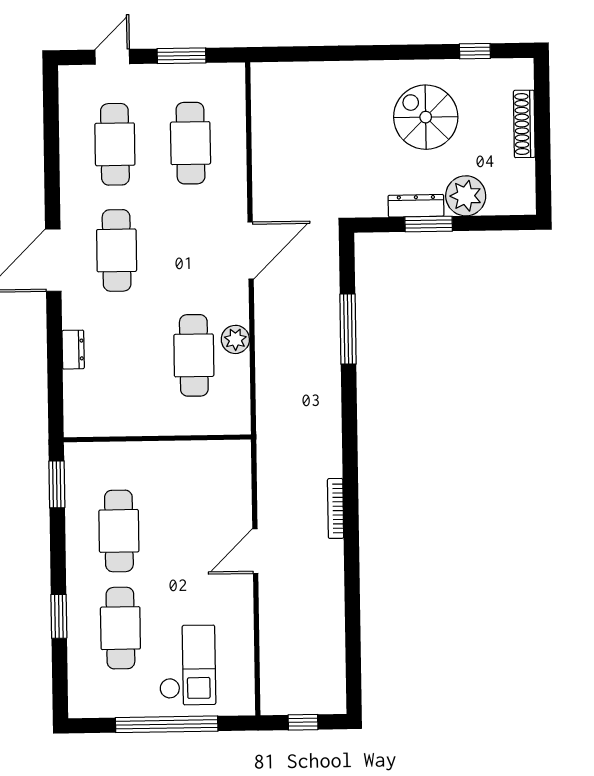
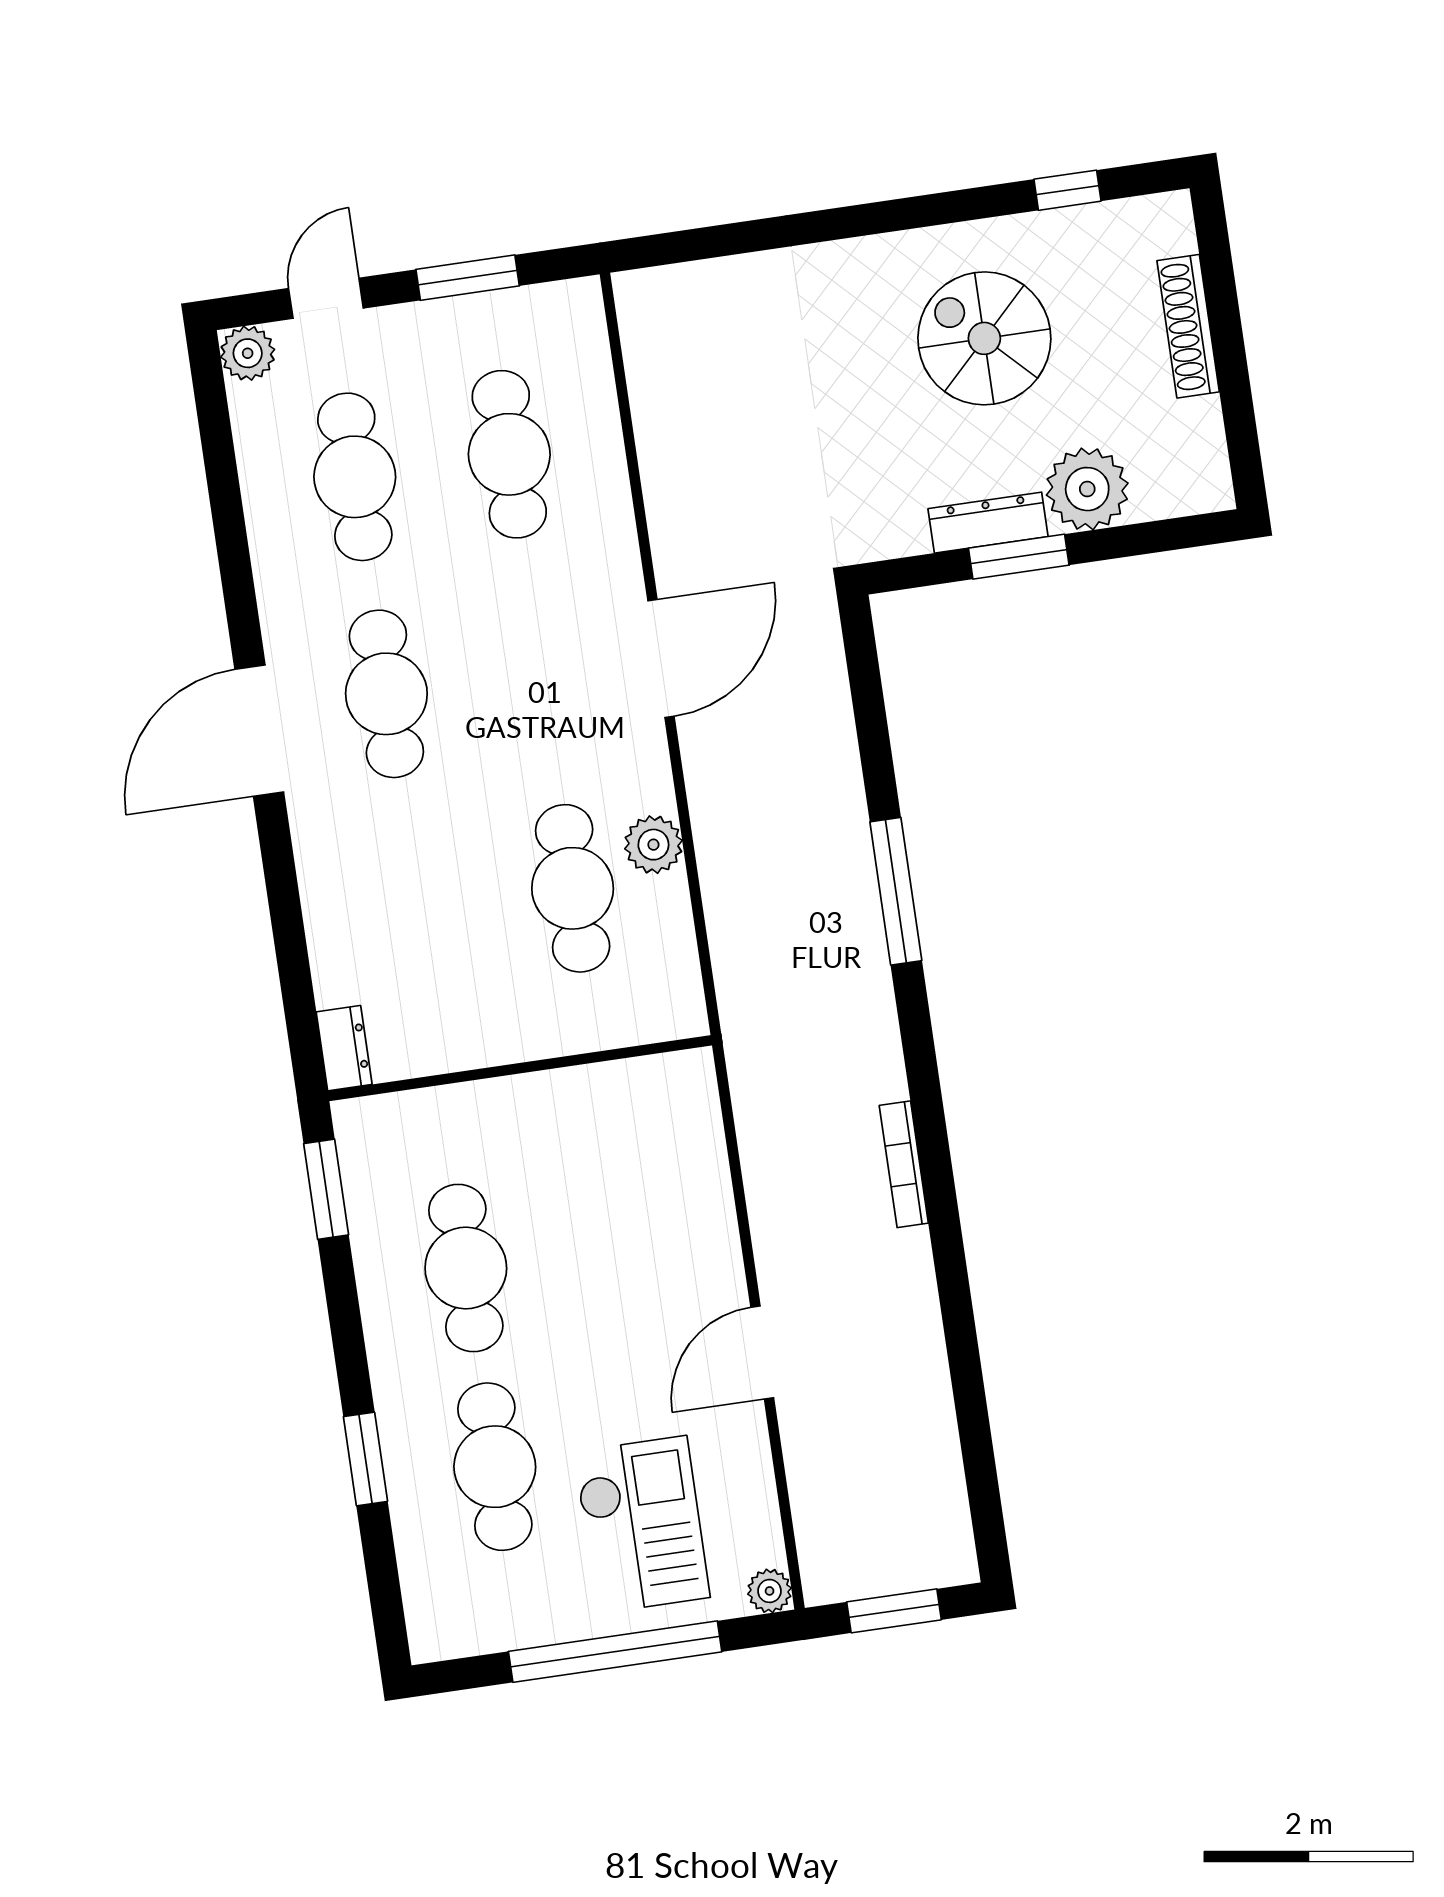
plant: (71, 78) -> (248, 353), added
window: (348, 329) -> (896, 891), moved
dresser: (73, 350) -> (344, 1048), moved
door: (255, 551) -> (762, 1353), moved
plant: (245, 705) -> (770, 1591), added
window: (303, 722) -> (894, 1611), width x1.50

